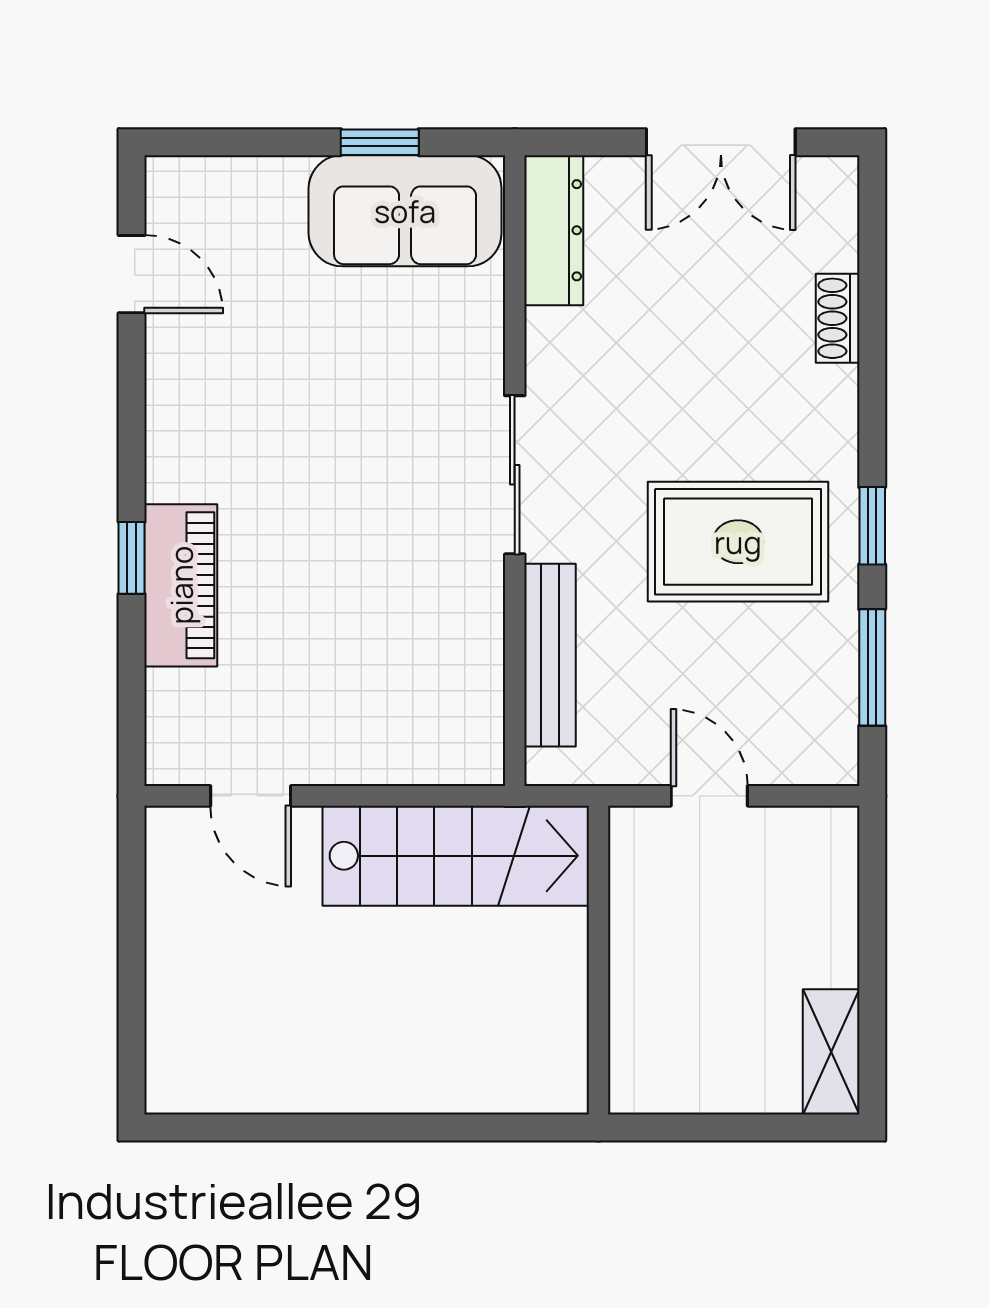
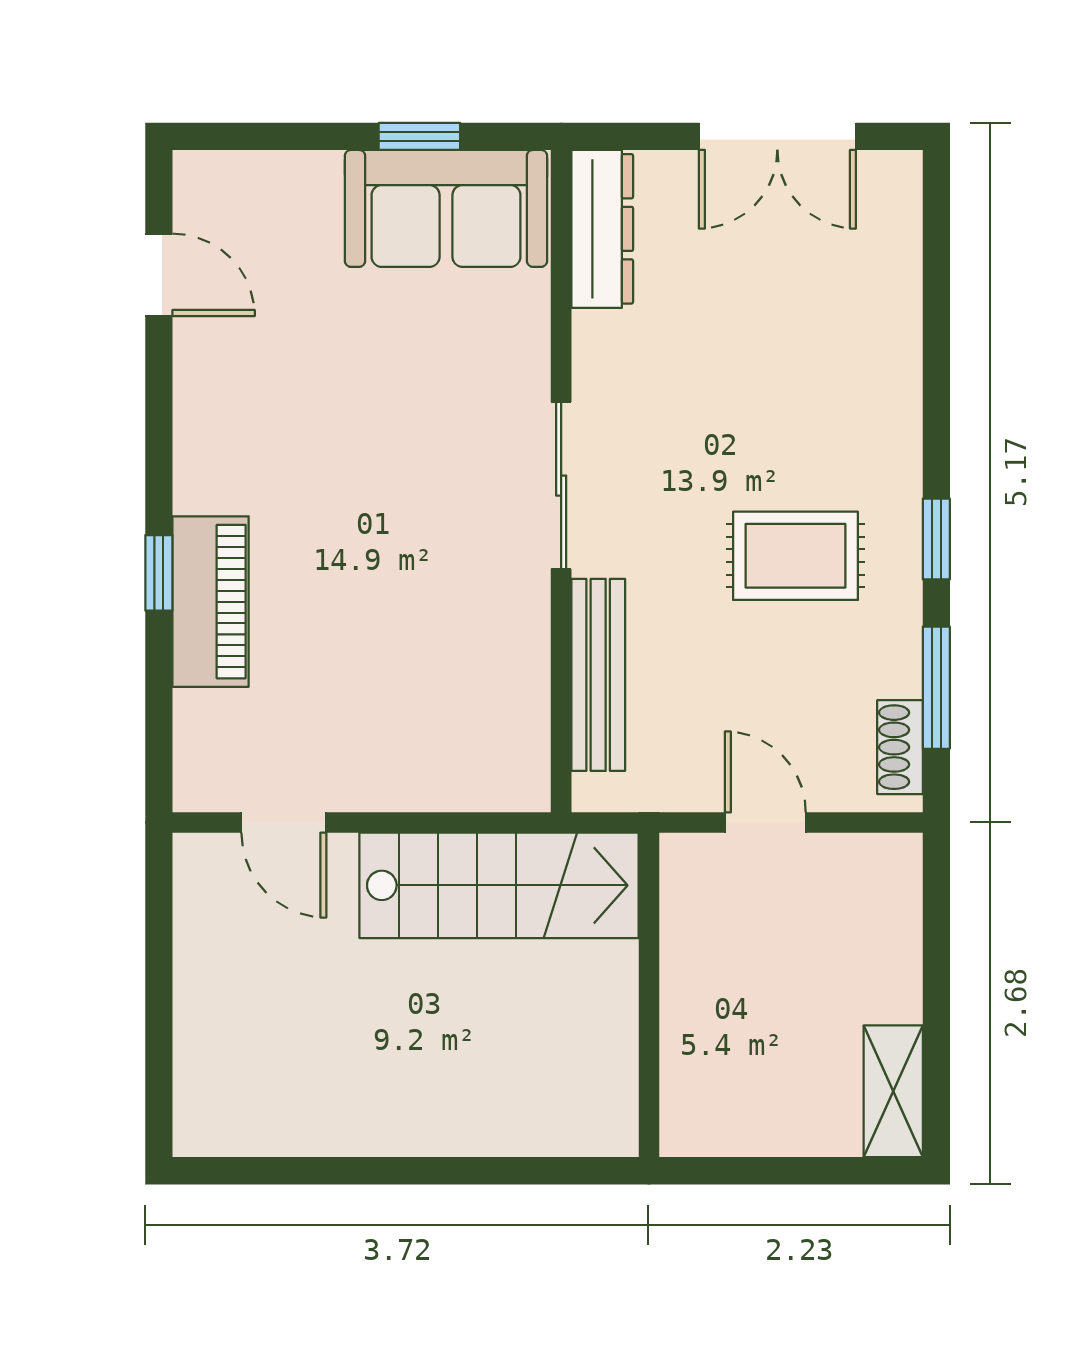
shoe rack: (838, 318) -> (900, 747), moved
rug: (738, 542) -> (795, 556), width x0.73, depth x0.70

